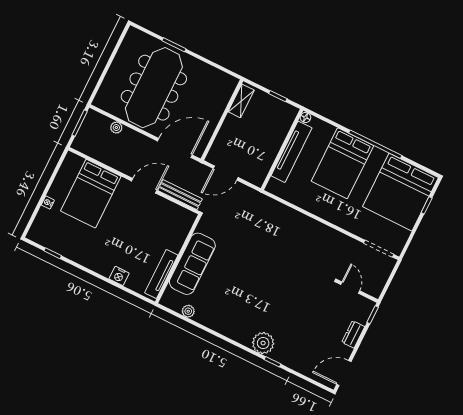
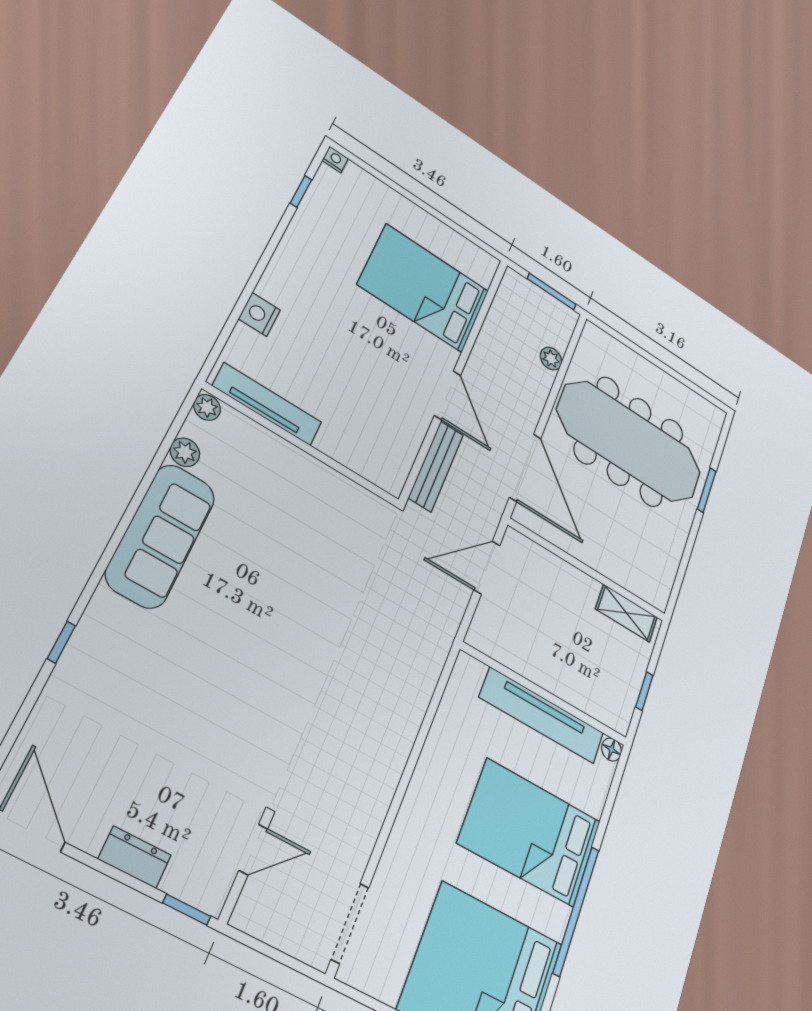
door: (226, 173) -> (487, 567), hinge flipped
nightstand: (48, 203) -> (335, 159), moved
sofa: (192, 264) -> (161, 536), moved, turned -90
plant: (263, 343) -> (207, 407), moved, width x0.53, depth x0.53

